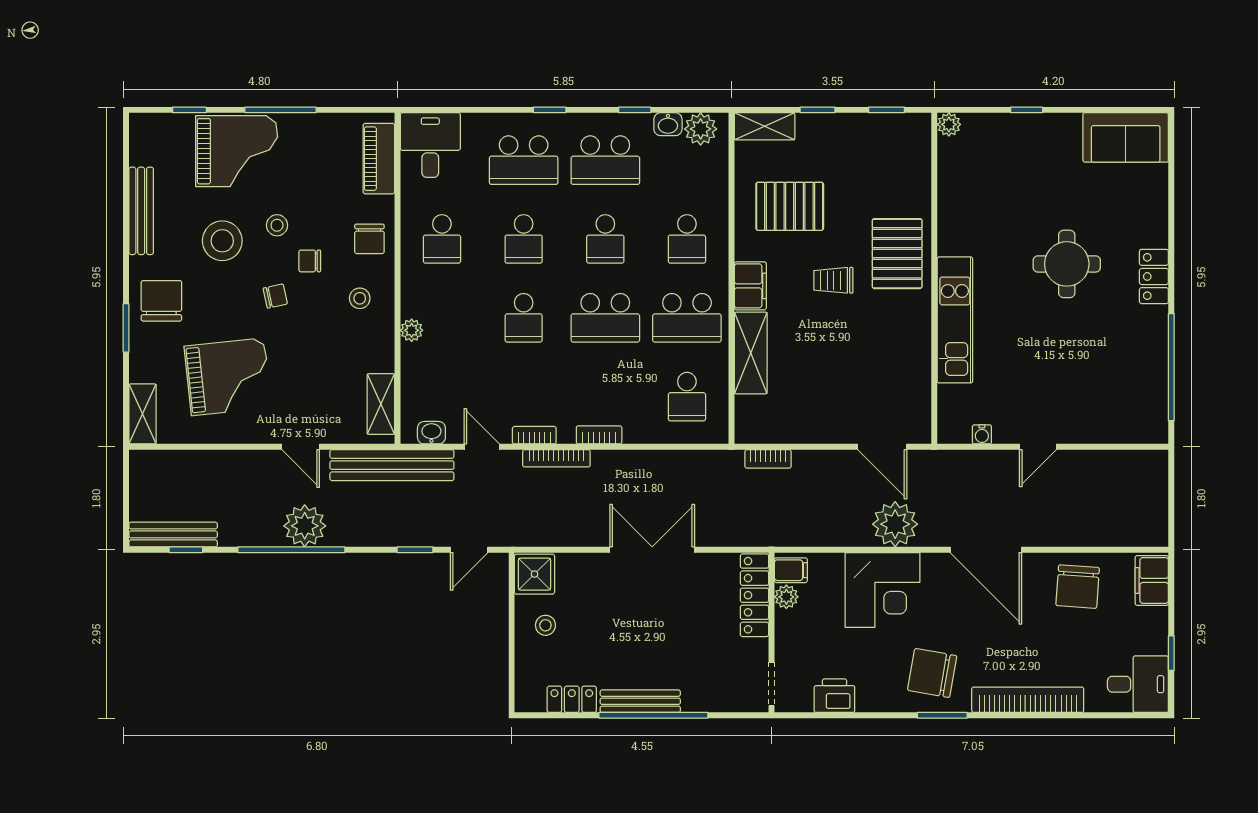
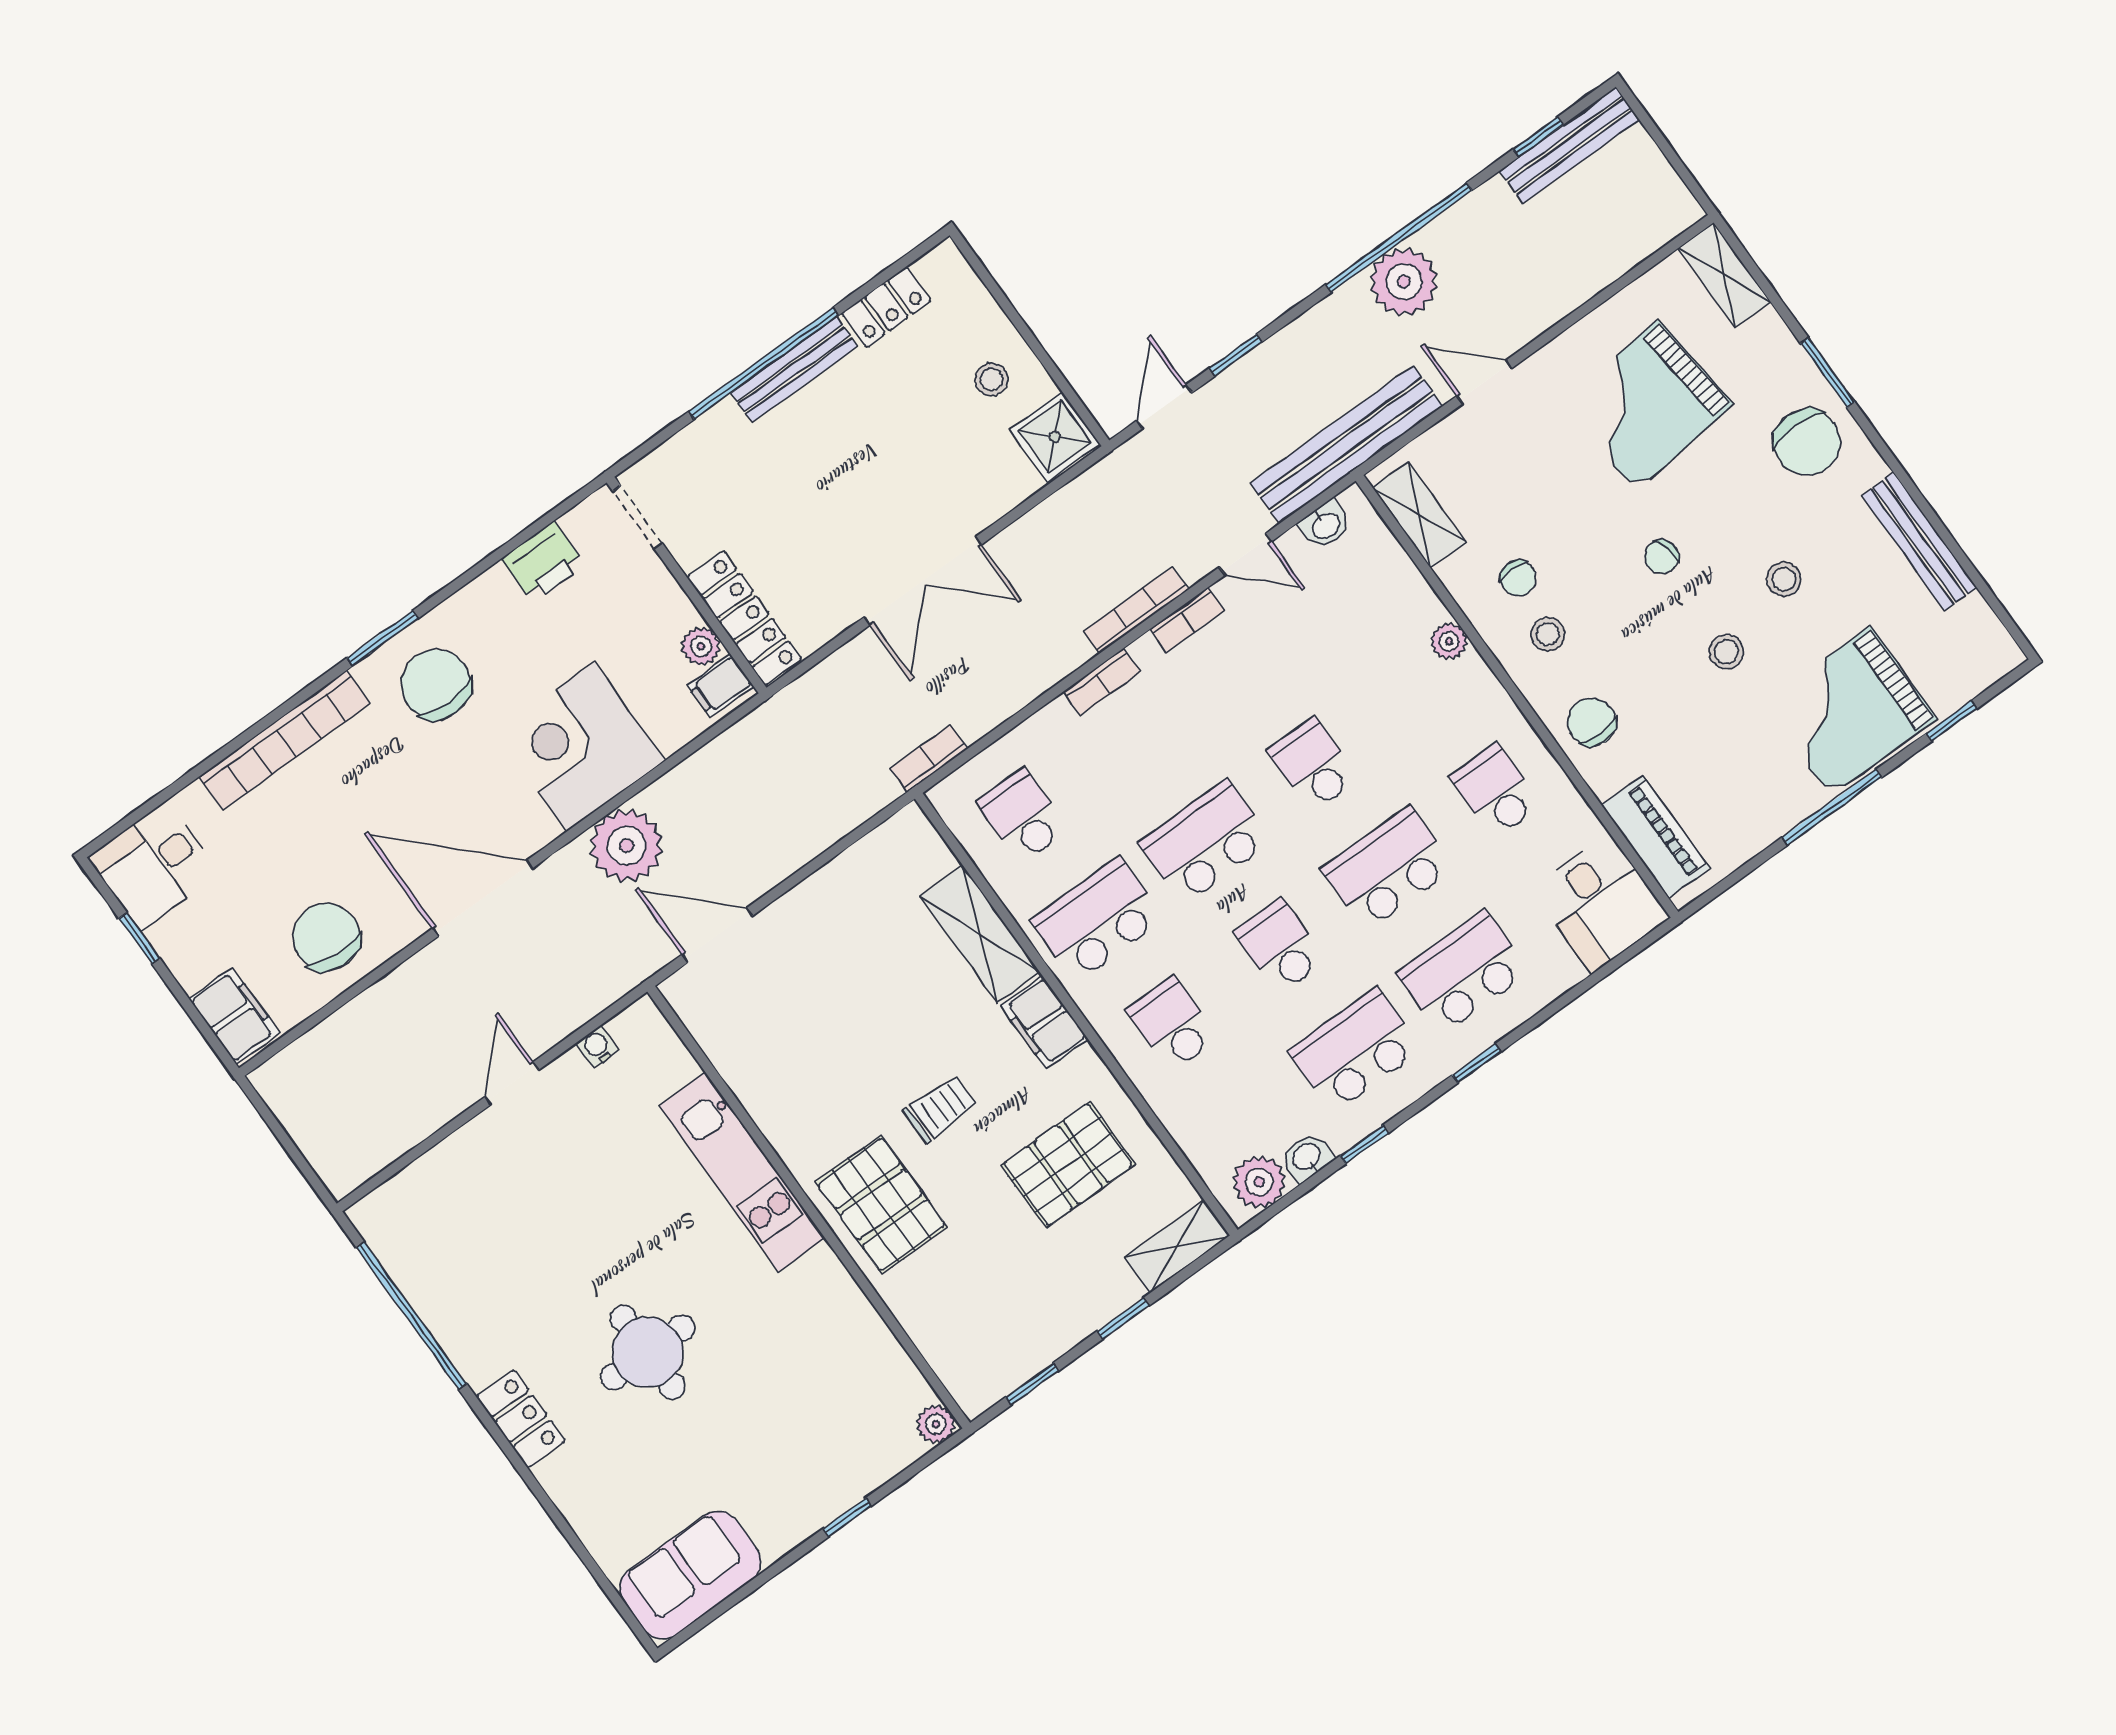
school desk: (524, 239) -> (1388, 868), width x1.85
stool: (222, 241) -> (1784, 579), width x0.53, depth x0.53
chair: (310, 261) -> (1518, 578), moved, turned 90
bookcase: (768, 459) -> (929, 758), moved
chair: (932, 673) -> (436, 685), turned -100

